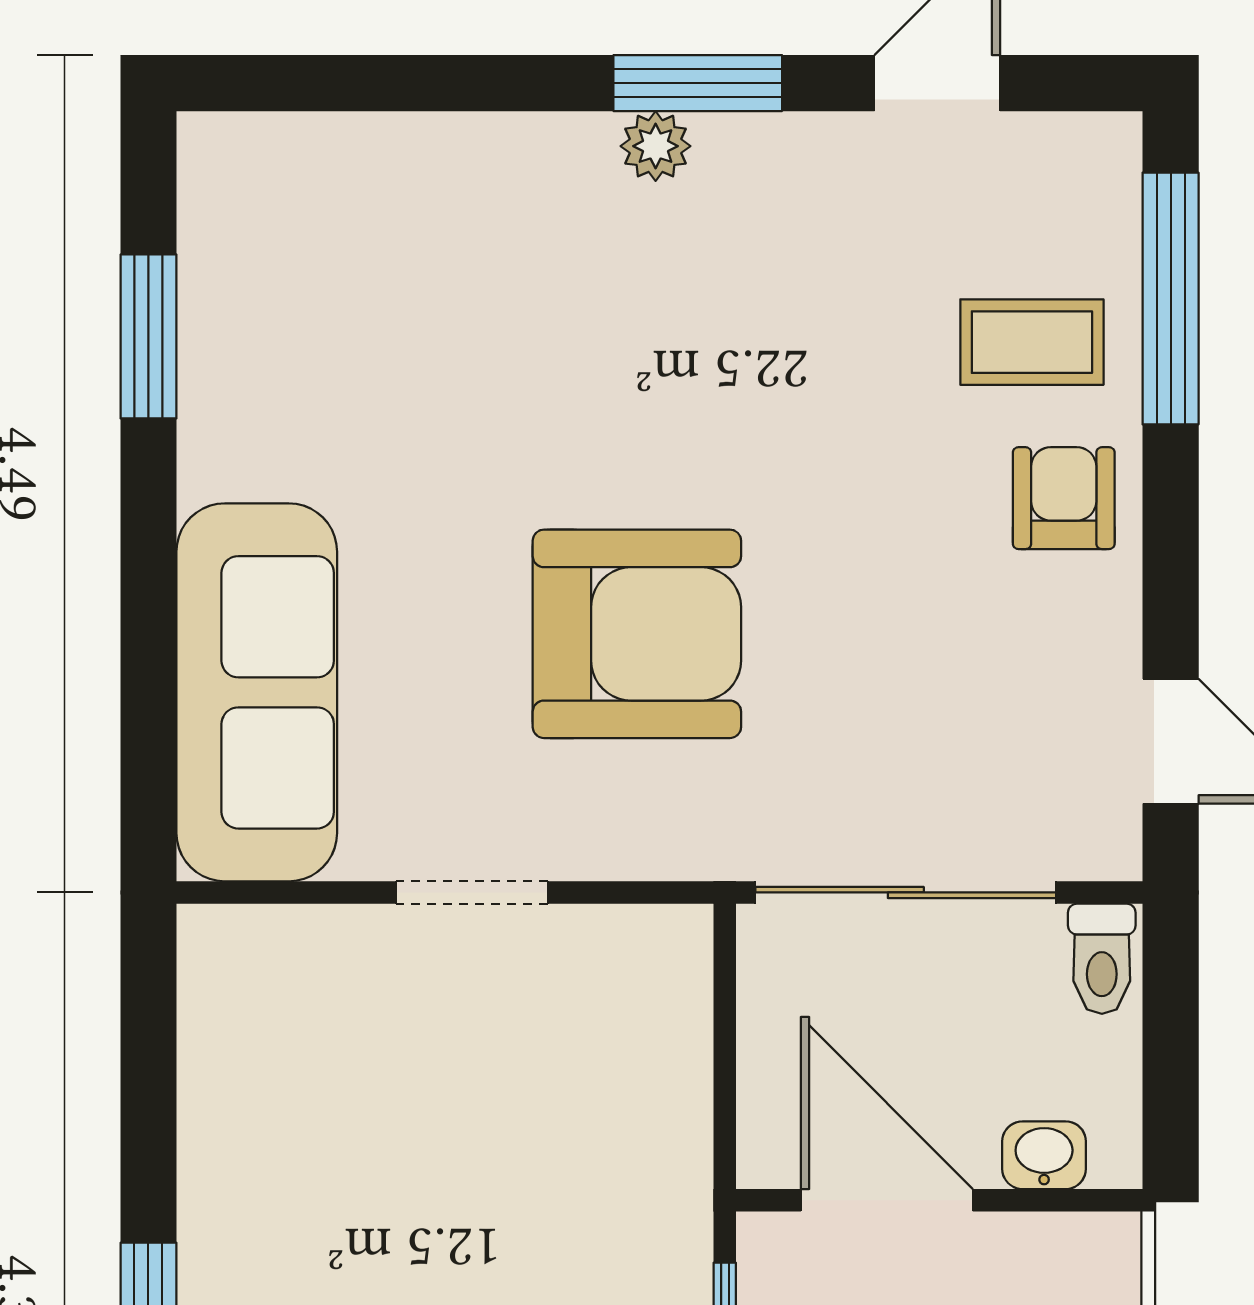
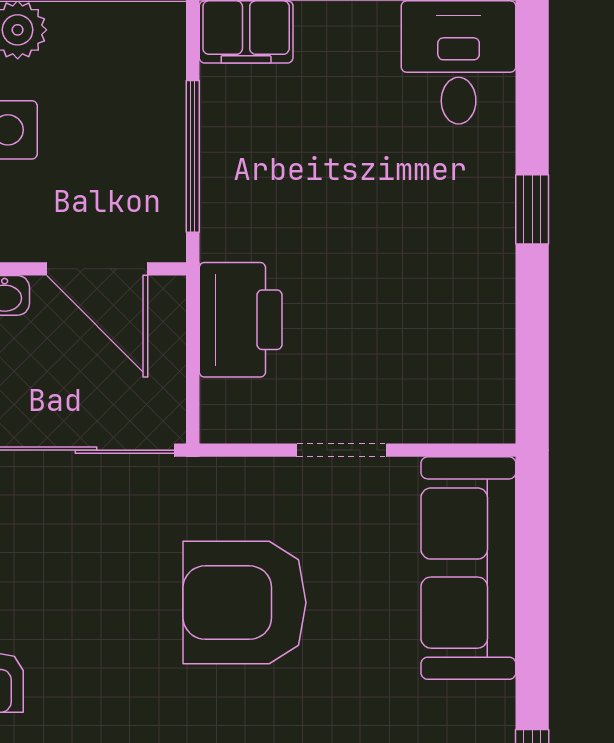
printer: (644, 1114) -> (241, 320), added

